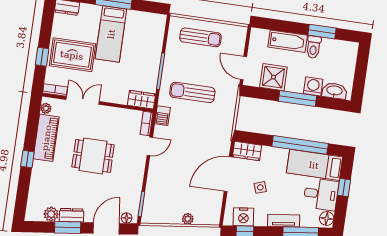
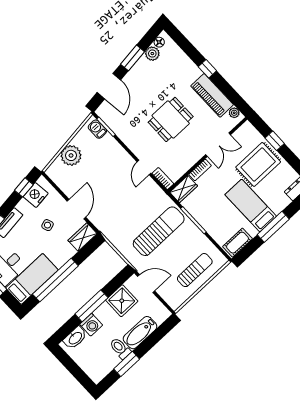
cot: (150, 20) -> (237, 243), added
sun lounger: (201, 37) -> (195, 270), turned 180
bookcase: (55, 90) -> (200, 170), moved
sun lounger: (192, 92) -> (159, 231), width x1.36, depth x1.34
barbecue: (163, 116) -> (97, 129), moved
door: (228, 174) -> (76, 209), width x0.73
dresser: (72, 215) -> (139, 68), removed
floor lamp: (127, 218) -> (159, 42), moved
plant: (188, 219) -> (71, 155), width x1.87, depth x1.87

